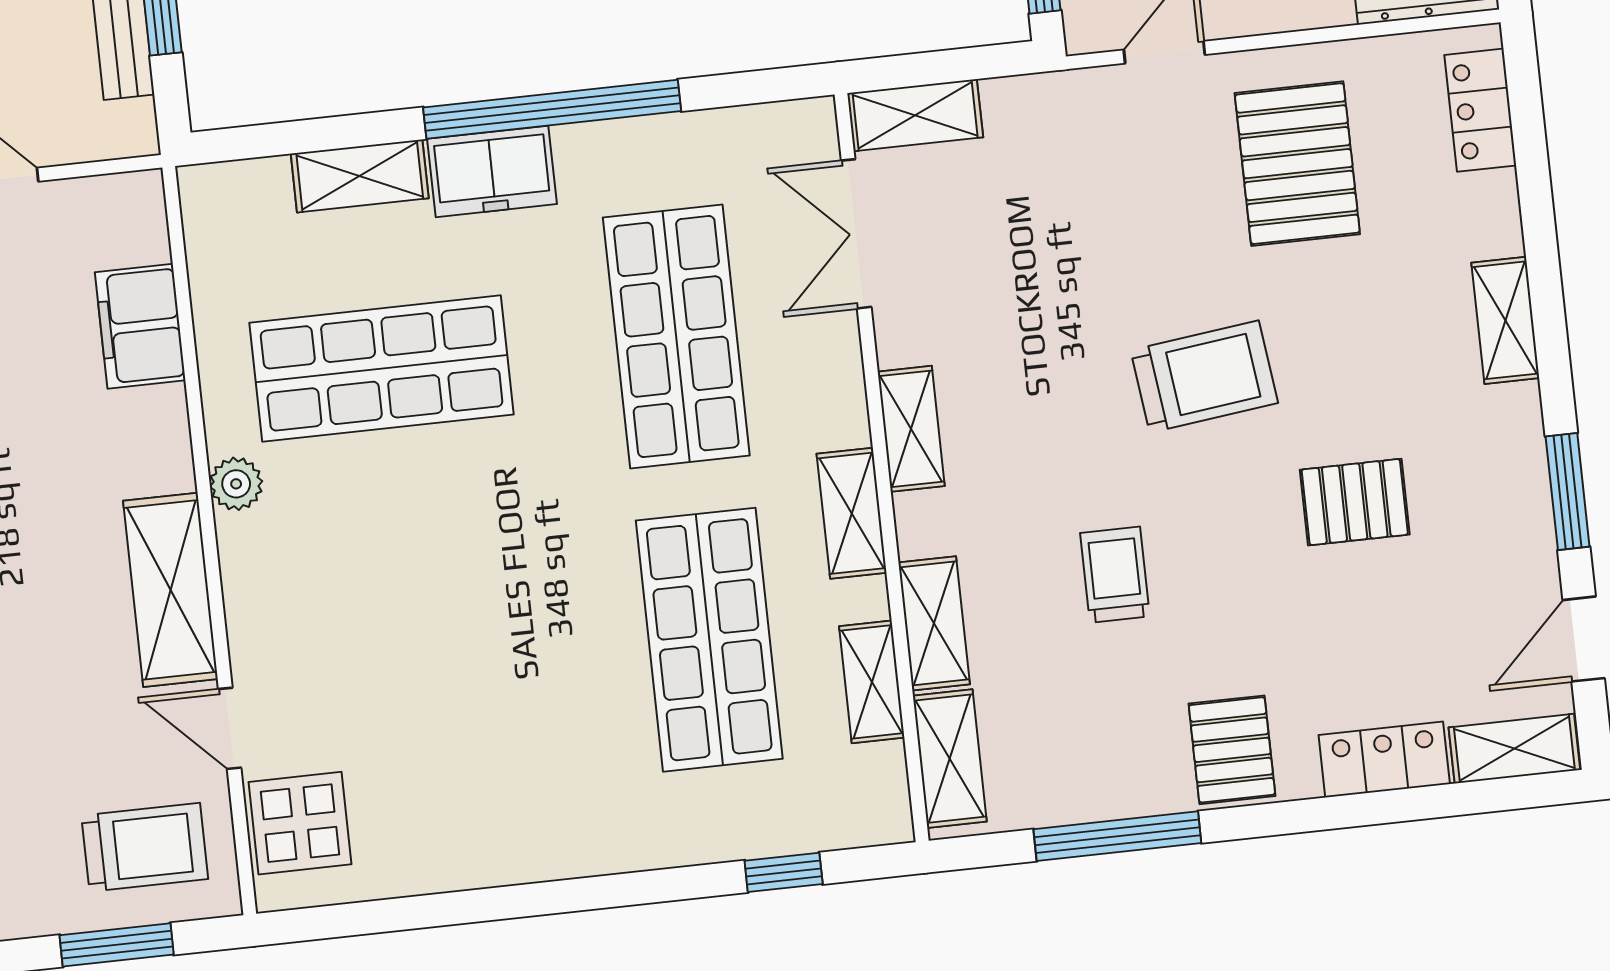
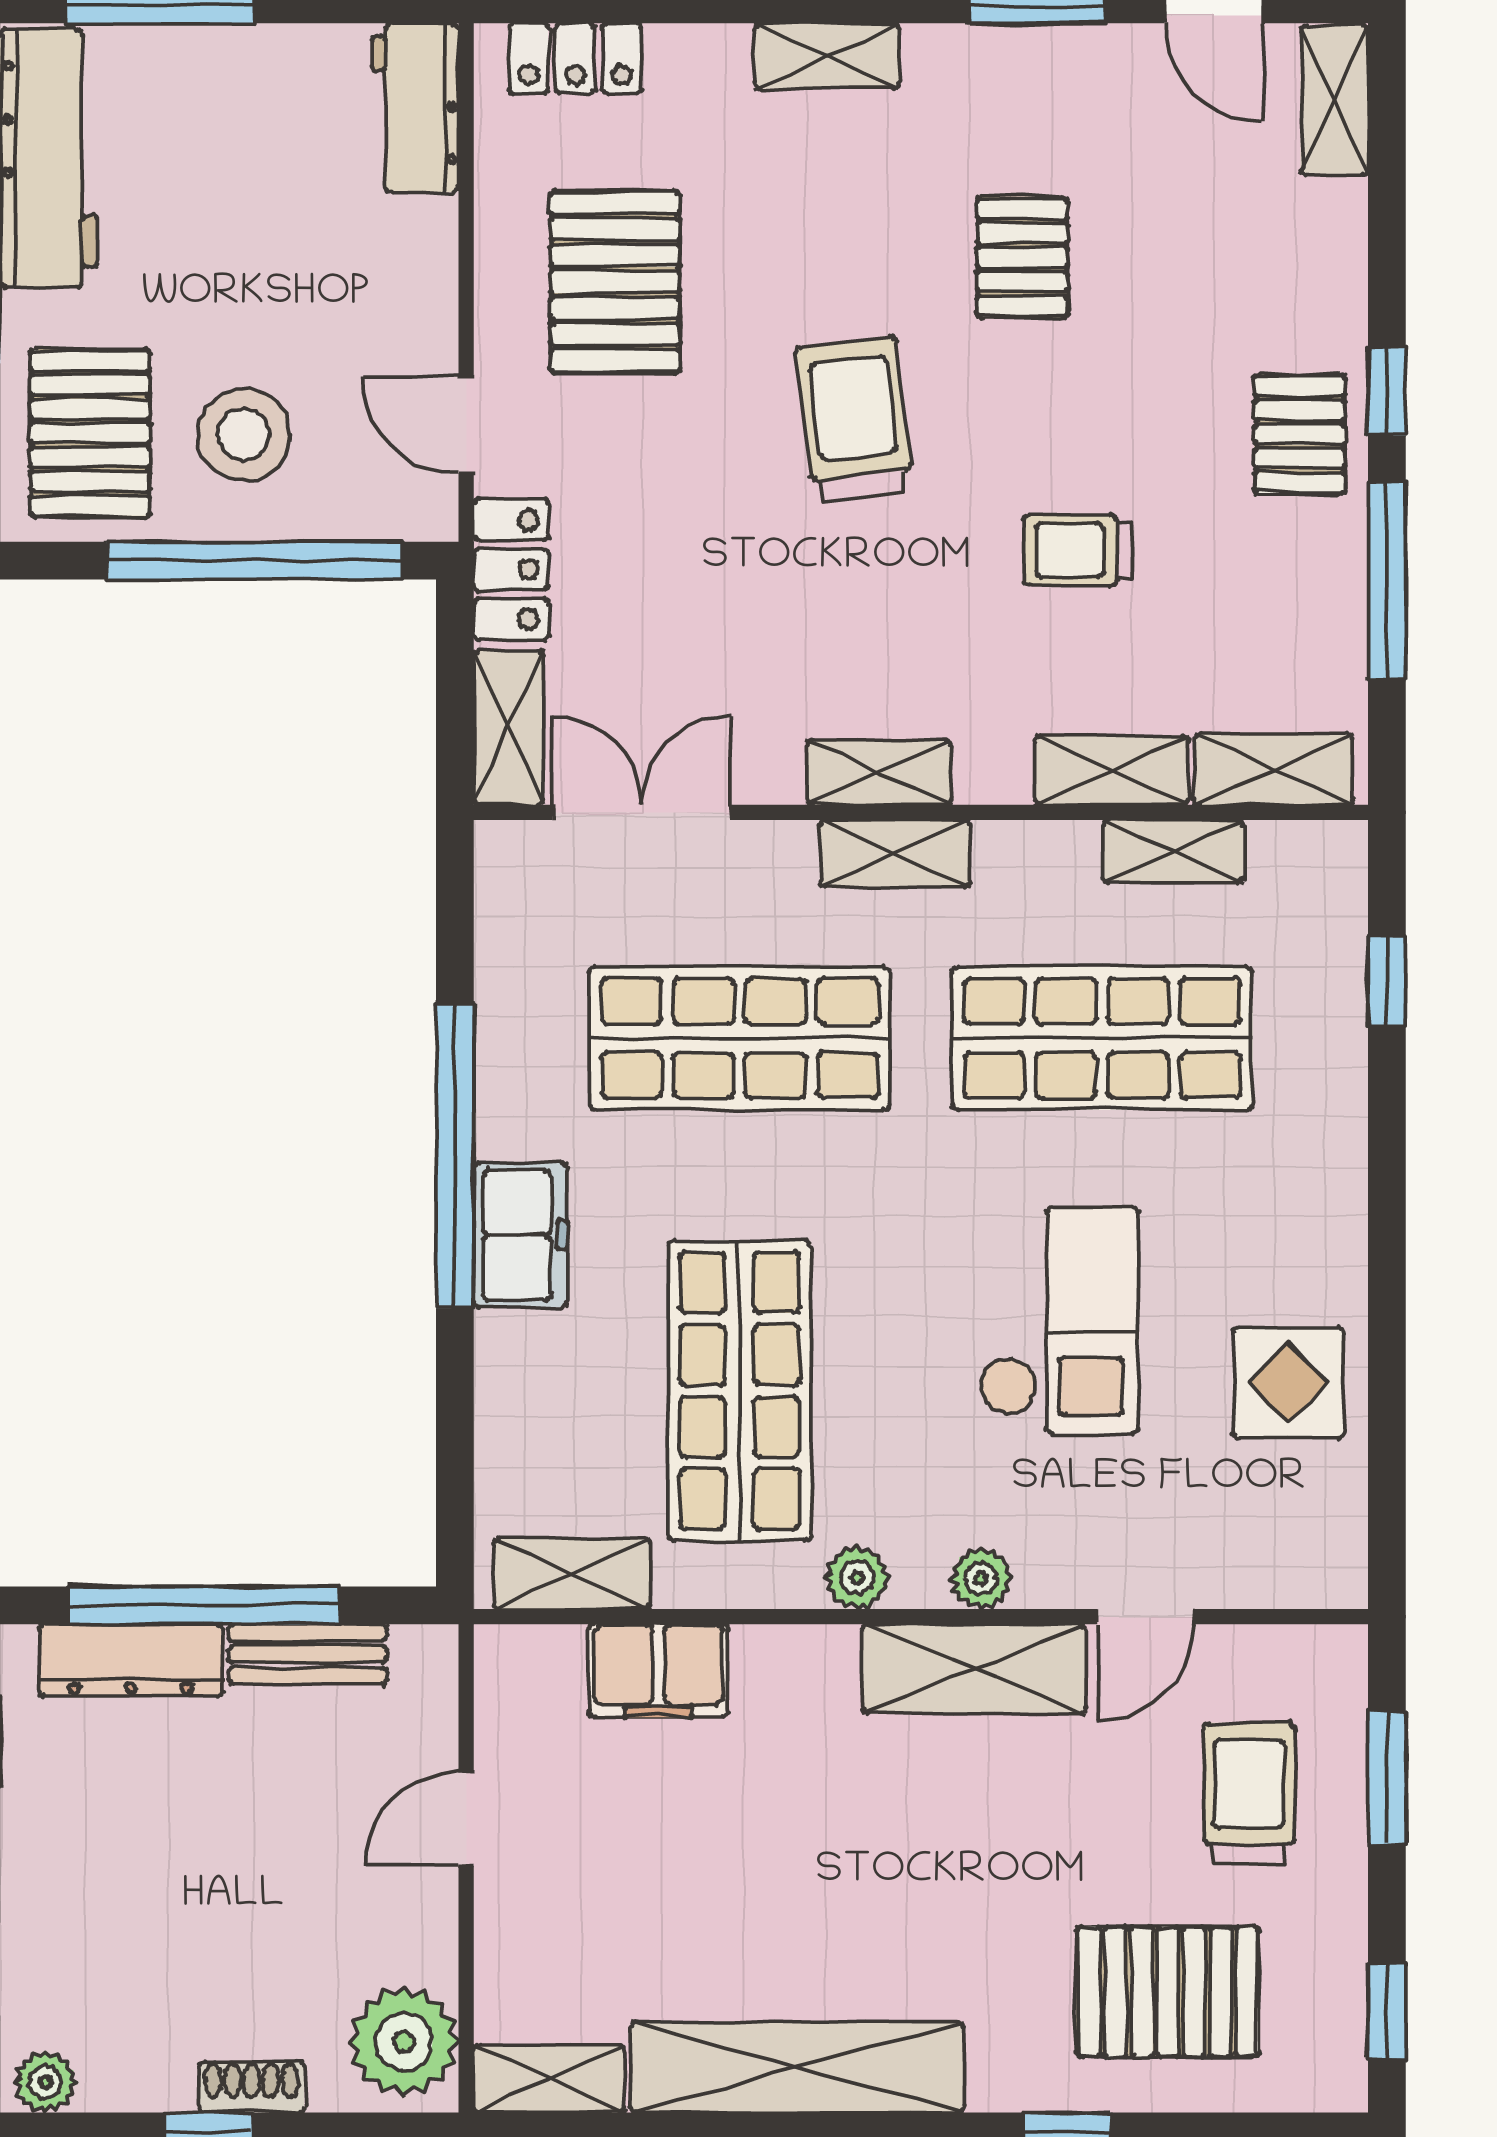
pallet: (1297, 164) -> (615, 282), turned 90
shelving: (360, 176) -> (572, 1574), moved, turned 90
double door: (856, 234) -> (641, 812), swing flipped
shelving: (852, 513) -> (895, 854), moved
plant: (247, 587) -> (981, 1579), added
checkout: (469, 629) -> (1059, 1320), added
pallet: (1232, 750) -> (1300, 434), turned 90
locker: (1384, 759) -> (511, 570), moved, turned 180
window: (1276, 819) -> (1387, 392), added
display table: (300, 823) -> (1288, 1383), moved
trolley: (145, 847) -> (1249, 1794), moved

